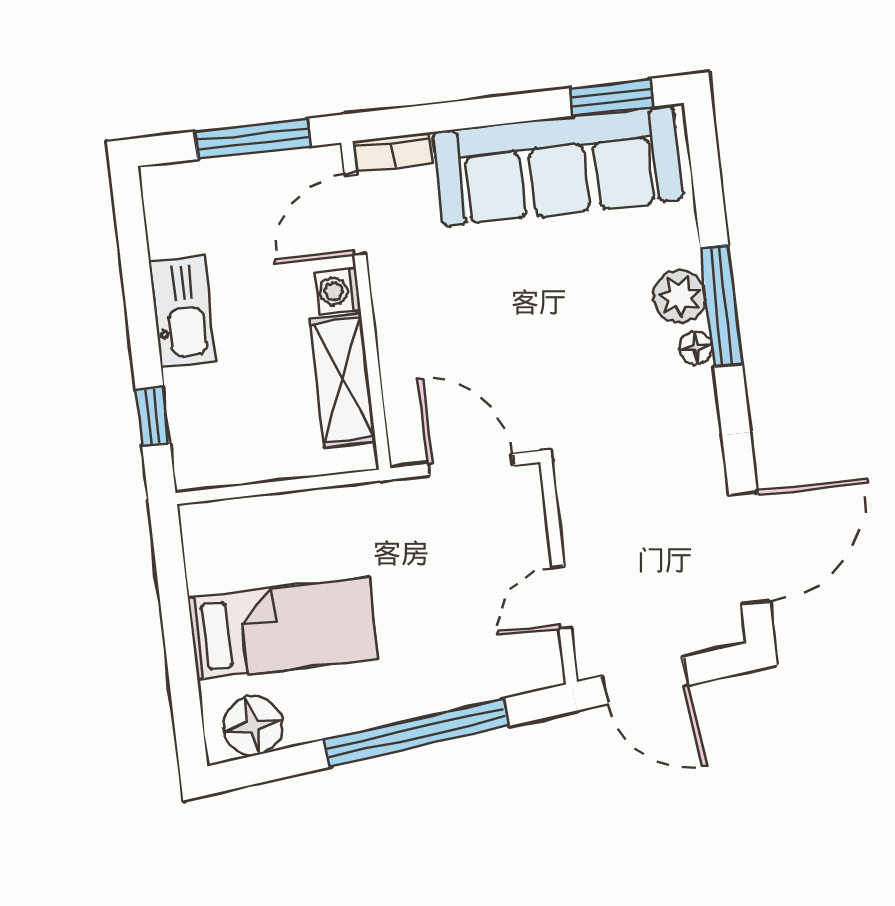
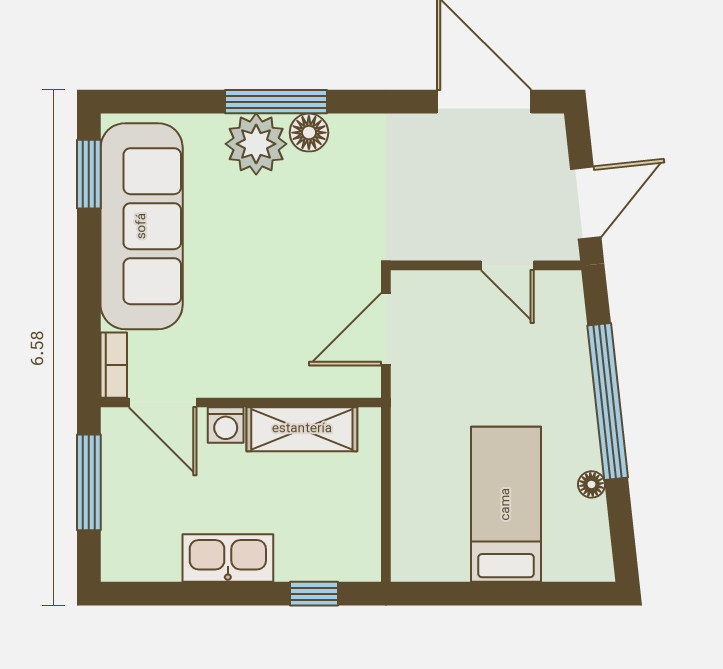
plant: (680, 297) -> (256, 144), width x1.36, depth x1.36
floor lamp: (696, 348) -> (309, 133), width x1.37, depth x1.37
floor lamp: (253, 726) -> (591, 484), moved, width x0.53, depth x0.53

